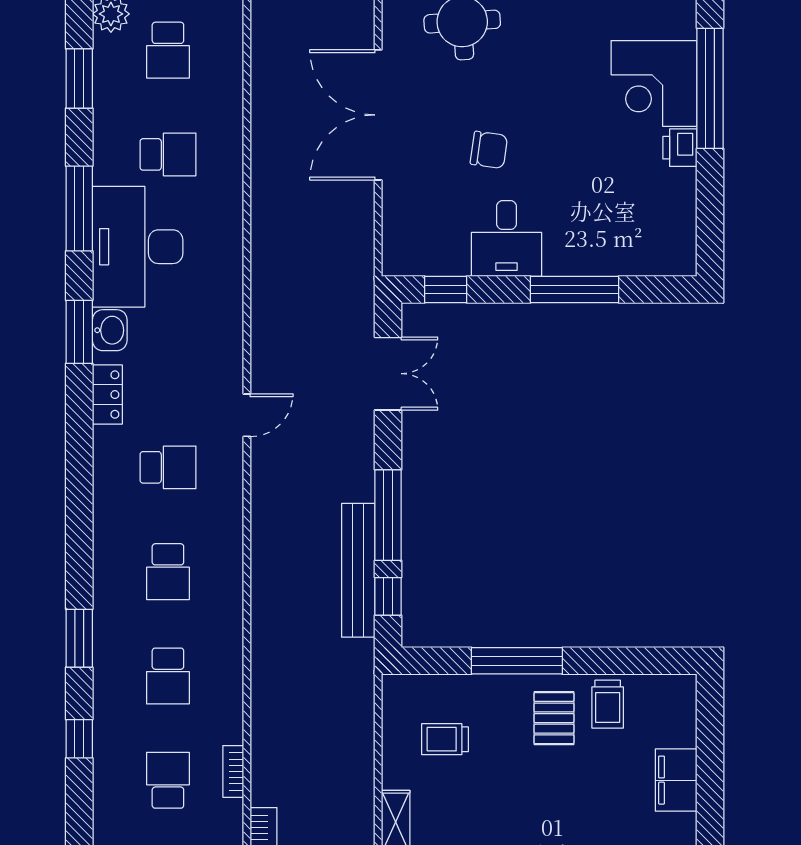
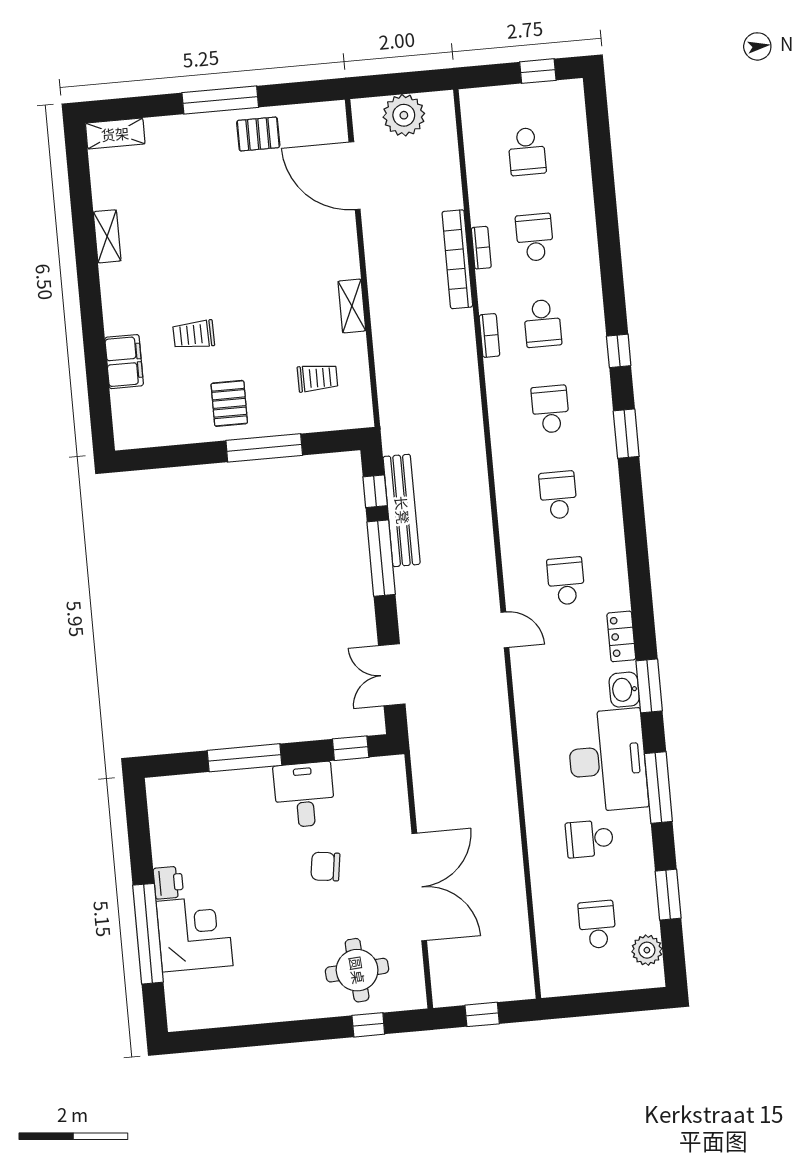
door: (247, 415) -> (505, 630), swing flipped
school desk: (168, 467) -> (566, 581), turned 90
trolley: (608, 704) -> (194, 335), moved, turned -91

